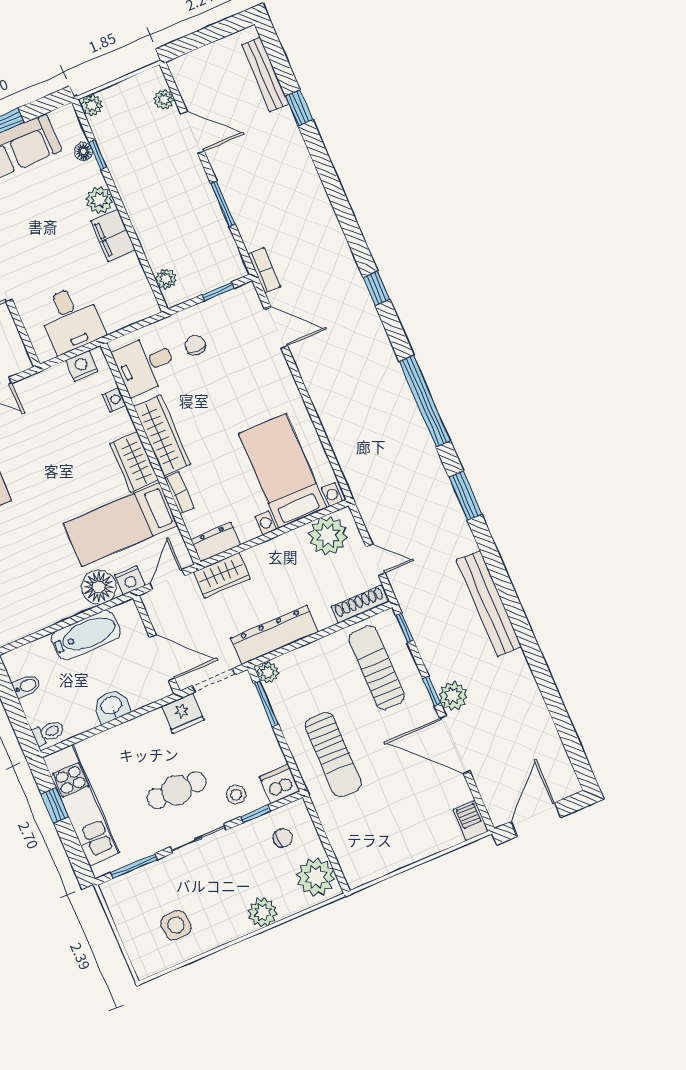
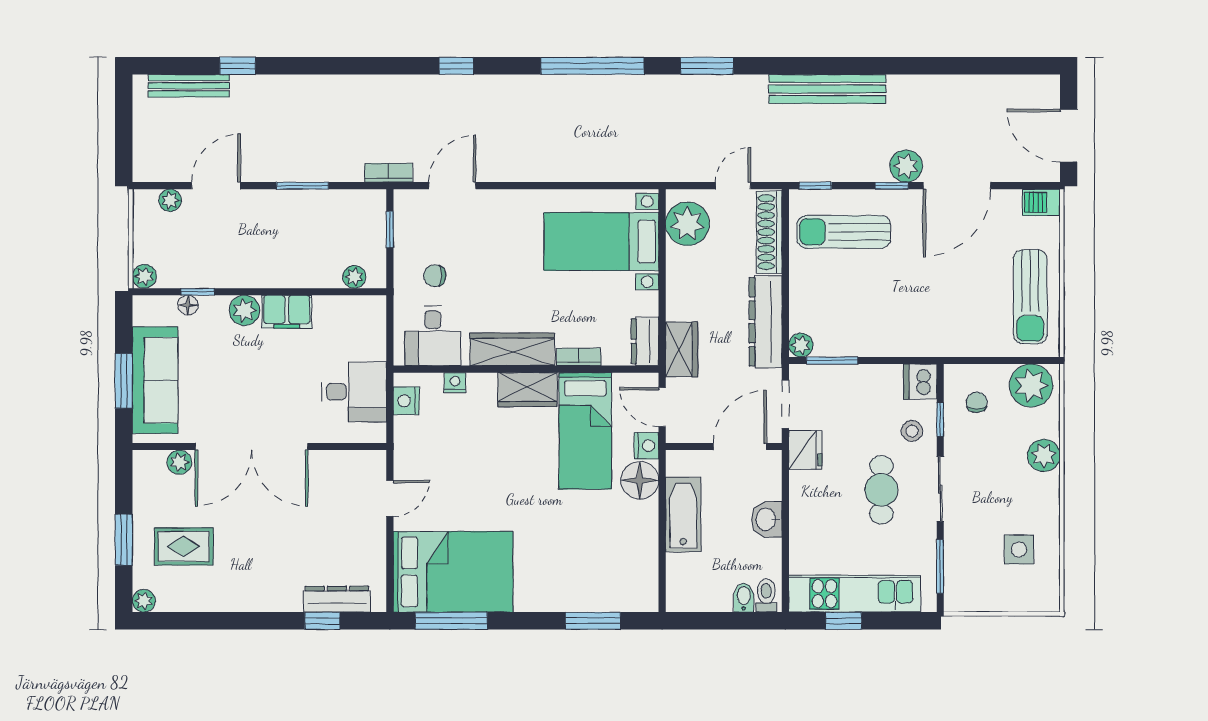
shoe rack: (360, 604) -> (769, 232), width x1.36, depth x1.24
bidet: (26, 686) -> (744, 598), moved
sun lounger: (333, 755) -> (1030, 297), moved, turned 90

